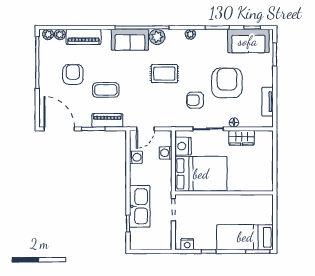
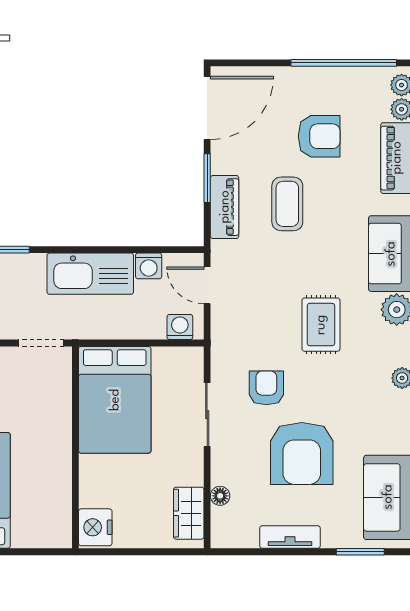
armchair: (227, 83) -> (302, 453), turned 90
tv unit: (268, 102) -> (290, 537), moved
floor lamp: (234, 123) -> (220, 496), moved
wardrobe: (242, 138) -> (189, 513), moved
nightstand: (183, 146) -> (95, 527), moved, turned -90
washing machine: (166, 153) -> (180, 327), moved
kitchen sink: (140, 206) -> (90, 274), moved

